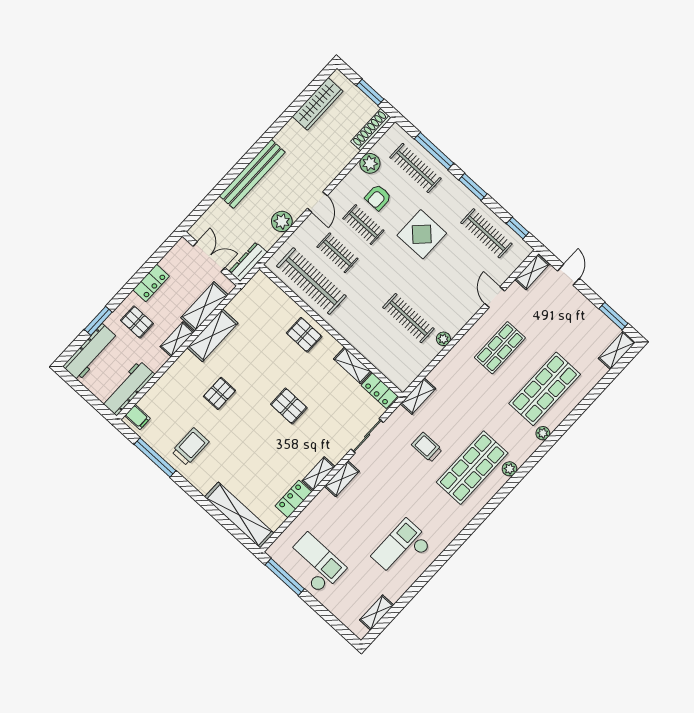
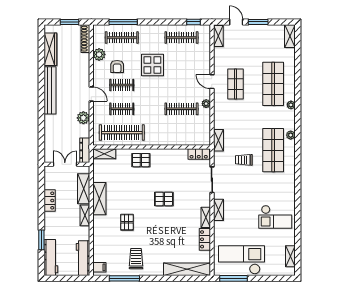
bench: (252, 174) -> (50, 90), moved
window: (473, 187) -> (156, 22), removed
door: (495, 297) -> (212, 82), moved
window: (613, 316) -> (258, 22), moved
pallet: (137, 322) -> (59, 224), removed
shelving: (353, 365) -> (104, 154), moved
checkout: (402, 549) -> (275, 217), turned -90
checkout: (315, 563) -> (241, 260), width x1.36, depth x1.21

